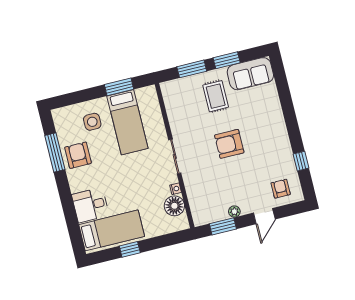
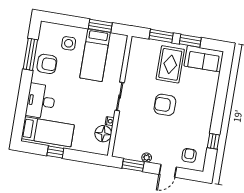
rug: (216, 96) -> (170, 64), width x1.36, depth x1.43
armchair: (78, 155) -> (47, 64), turned 90
desk: (90, 205) -> (41, 101), width x1.37

